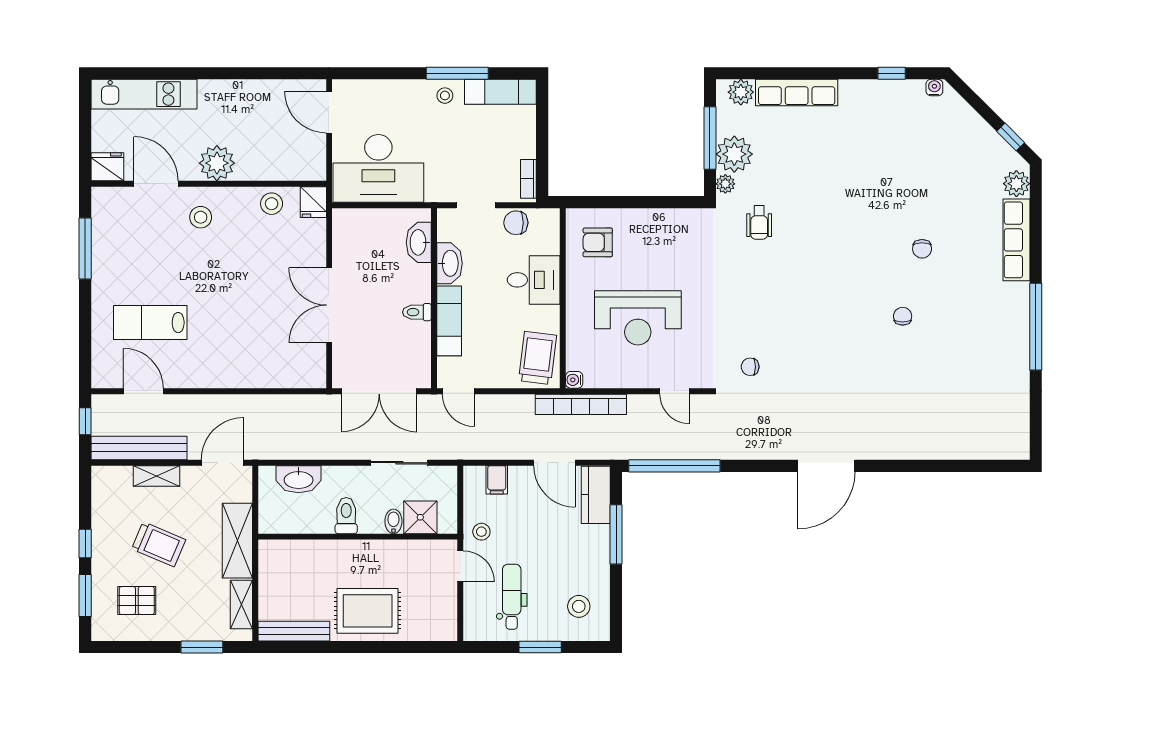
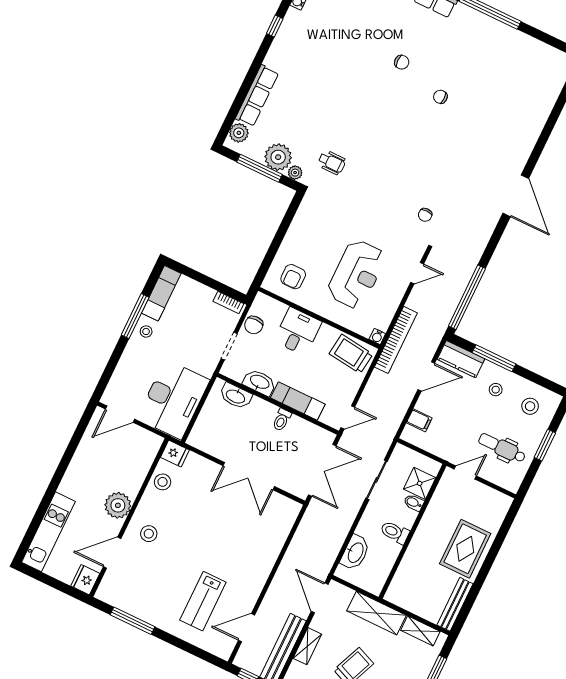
stool: (481, 532) -> (496, 390), moved

